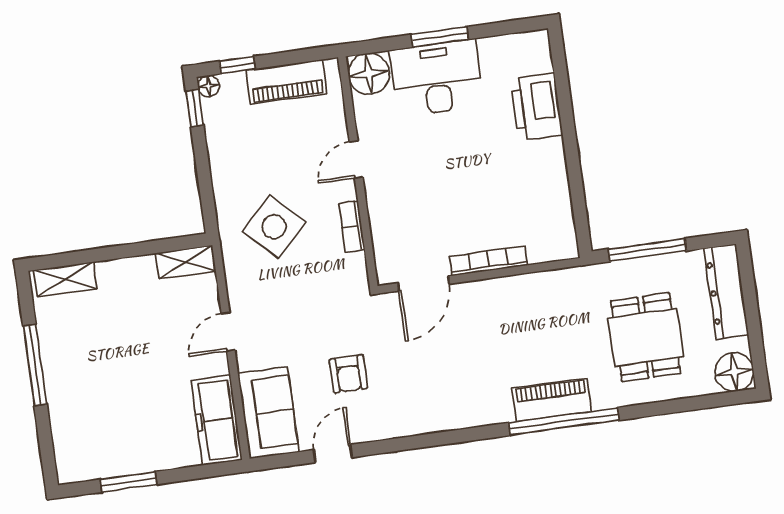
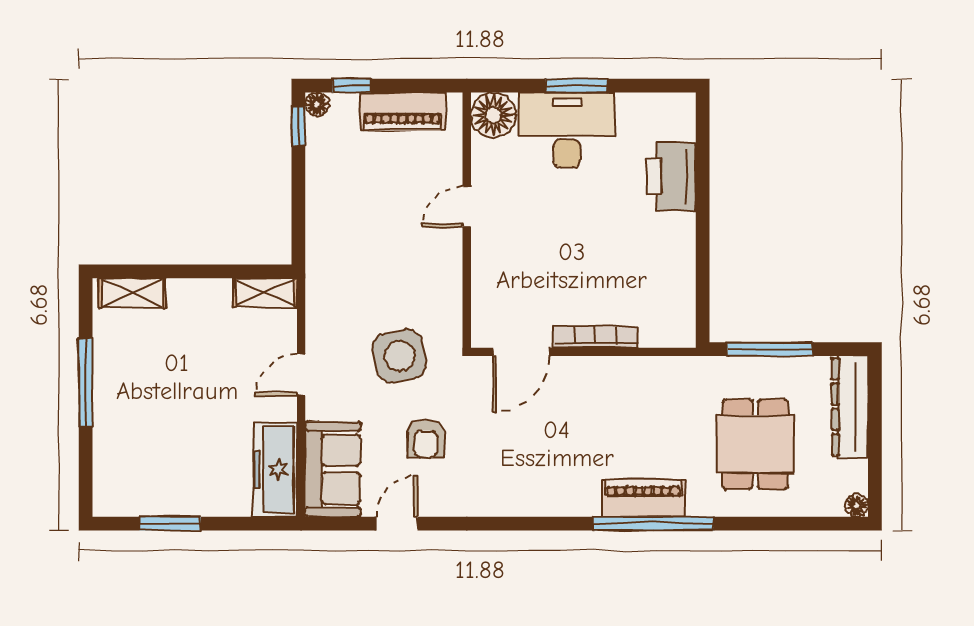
side table: (274, 227) -> (399, 356), moved, turned 33
bookcase: (352, 227) -> (452, 279), removed
floor lamp: (734, 372) -> (857, 505), width x0.53, depth x0.53

